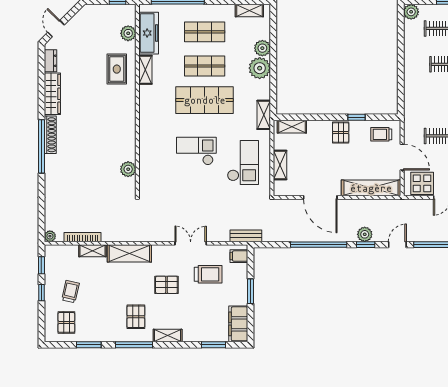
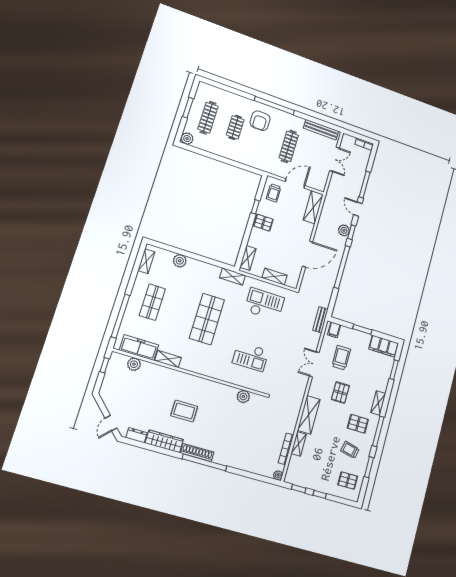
door: (56, 29) -> (111, 423), hinge flipped
shop shelf: (205, 66) -> (180, 311), removed
plant: (260, 68) -> (195, 268), removed
rug: (117, 69) -> (184, 411), moved
checkout: (196, 151) -> (251, 357), moved, turned -90
display table: (422, 183) -> (319, 176), removed
shelving: (371, 188) -> (313, 207), width x0.68
trolley: (70, 292) -> (350, 450), moved

